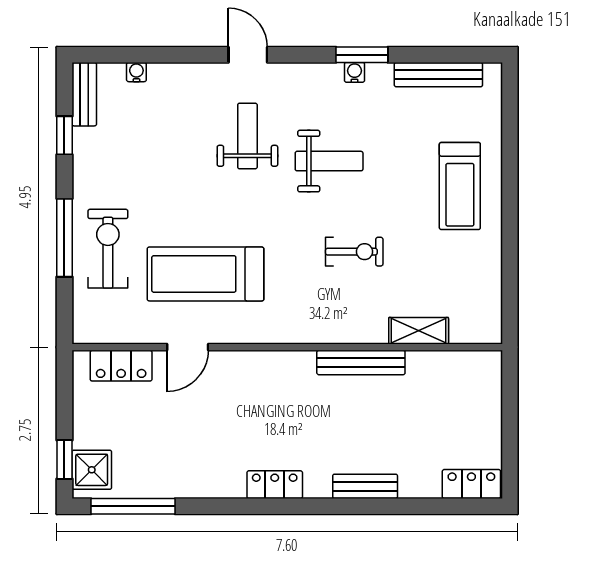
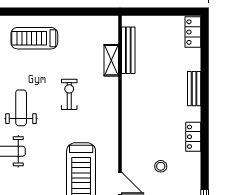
treadmill: (460, 186) -> (34, 38), turned 180
bench: (361, 362) -> (128, 50), moved
stool: (219, 424) -> (161, 166), added

